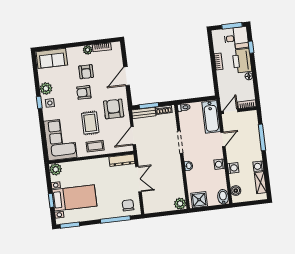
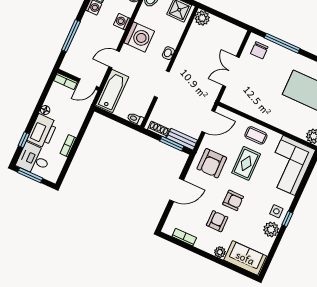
plant: (88, 50) -> (220, 252), moved
dresser: (122, 160) -> (236, 103), removed
washing machine: (219, 164) -> (139, 37), width x1.89, depth x1.89

